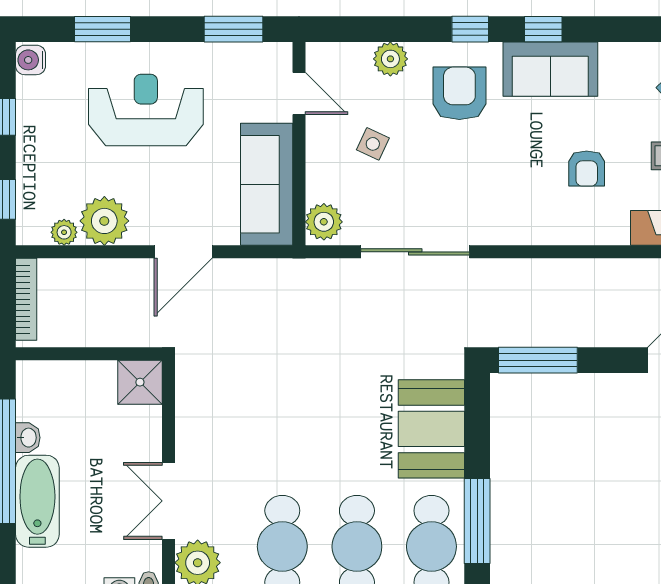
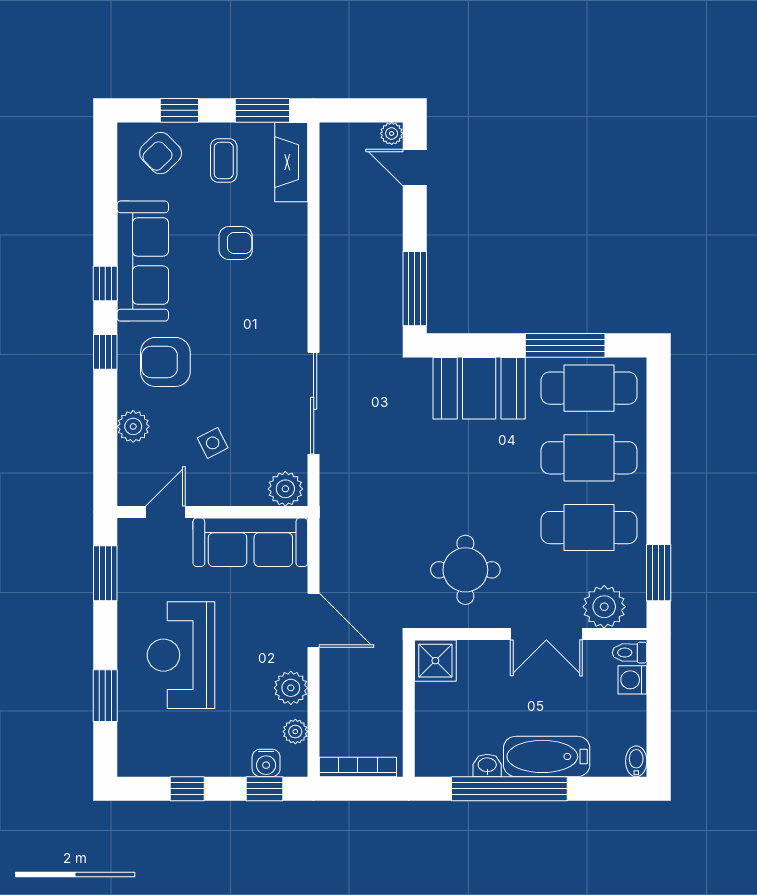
water cooler: (31, 60) -> (266, 763), moved
sofa: (550, 69) -> (143, 261), width x1.36
side table: (373, 144) -> (213, 443), turned 38
plant: (104, 221) -> (291, 688), width x0.73, depth x0.73
round table: (237, 414) -> (465, 570), added

